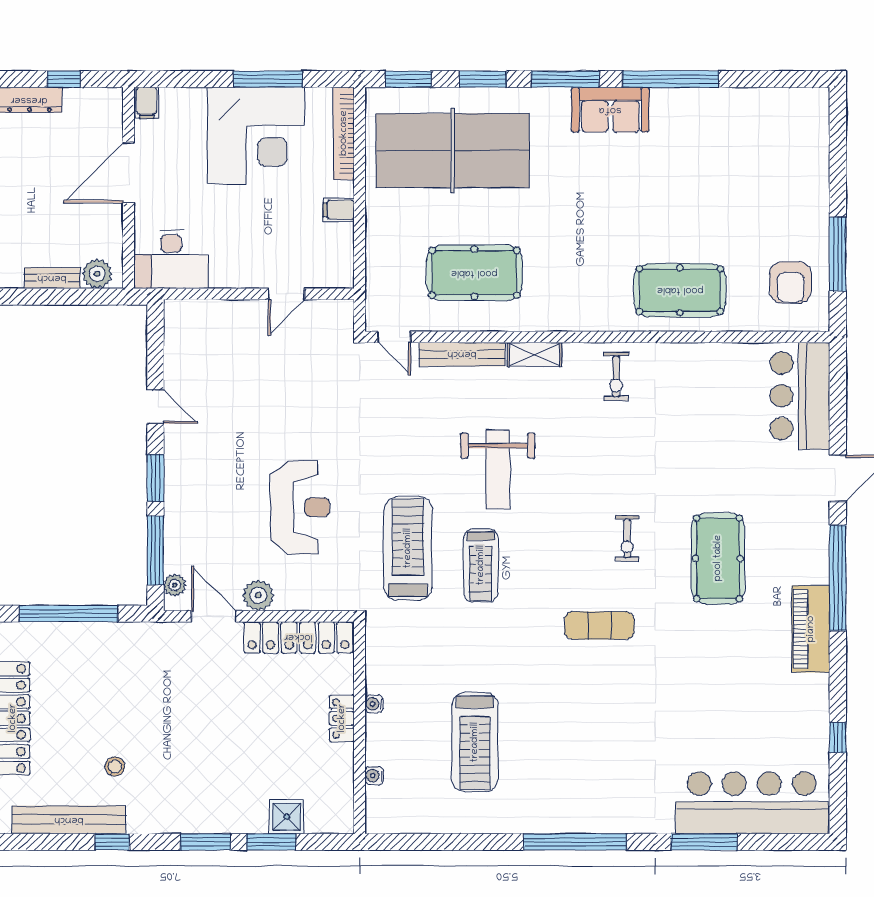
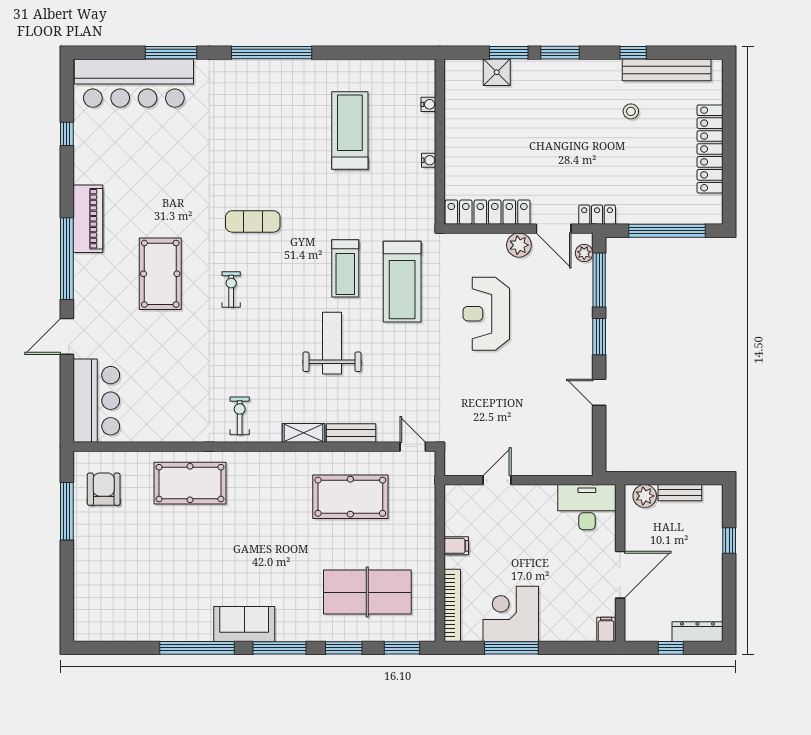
corner desk: (256, 135) -> (511, 614), width x0.74, depth x0.74
table tennis table: (453, 151) -> (367, 592), width x0.73, depth x0.76
bench: (462, 354) -> (351, 433), width x0.73
treadmill: (481, 565) -> (345, 268), turned 180
locker: (342, 718) -> (597, 215), moved, turned -90

